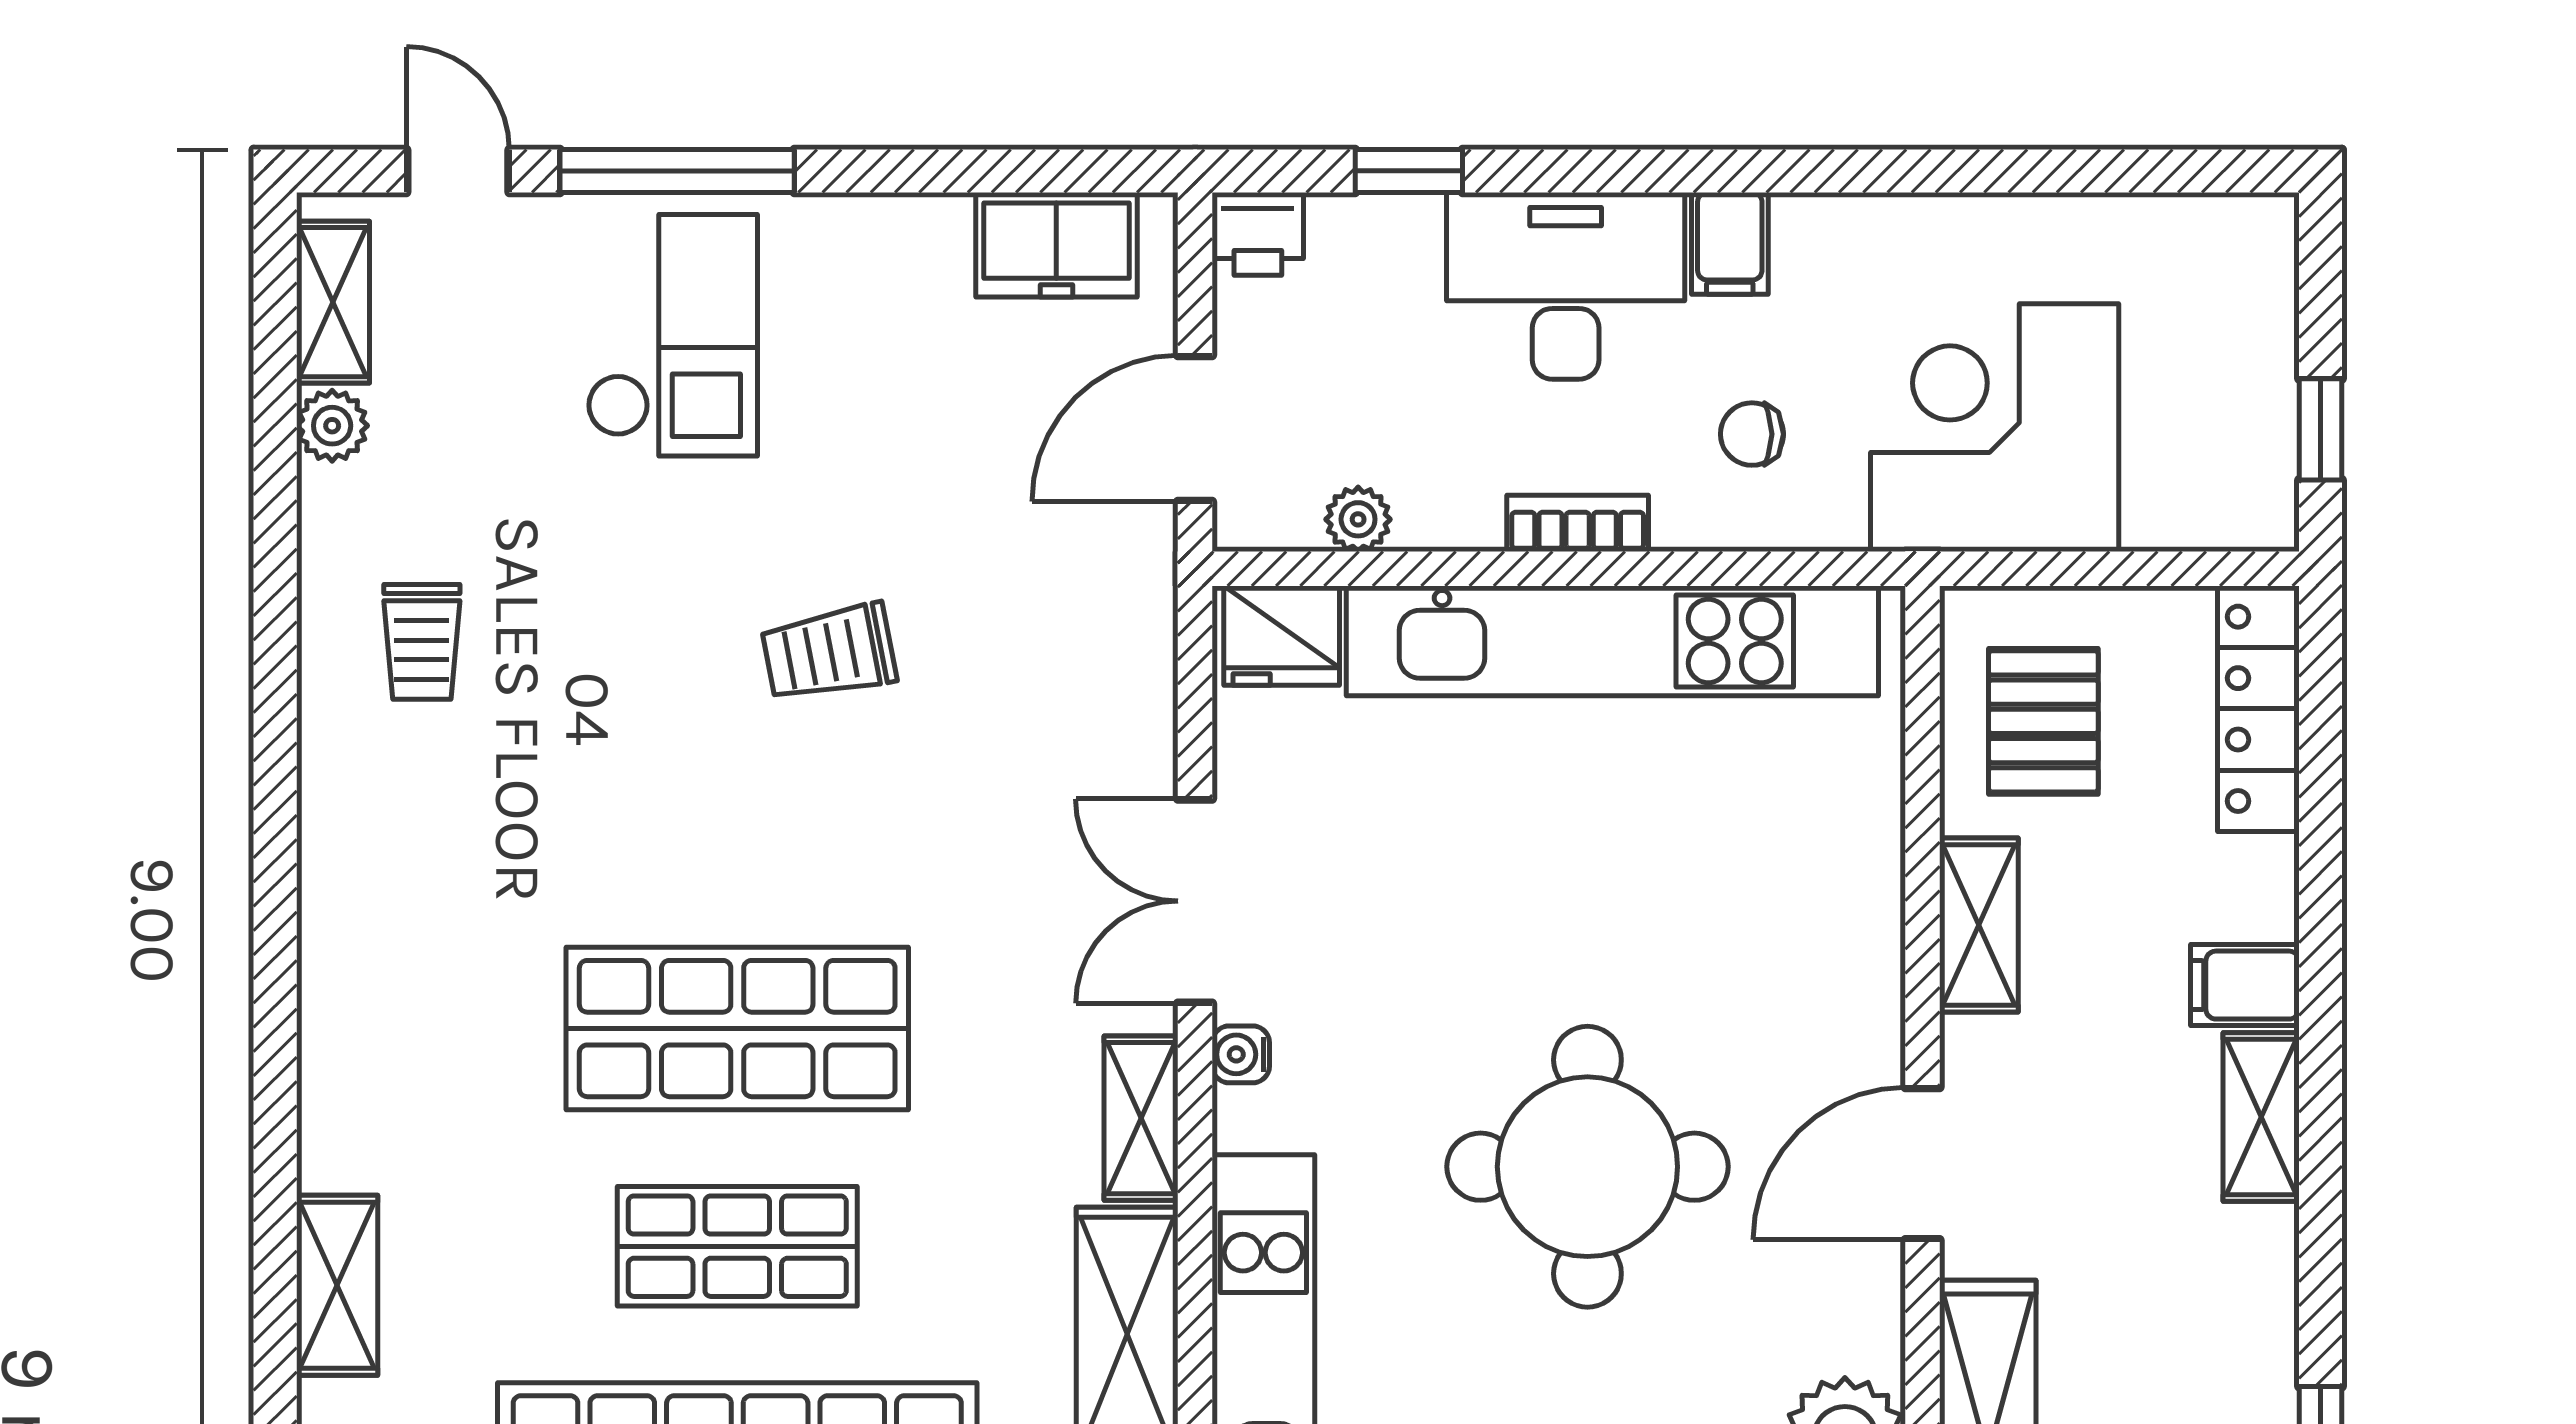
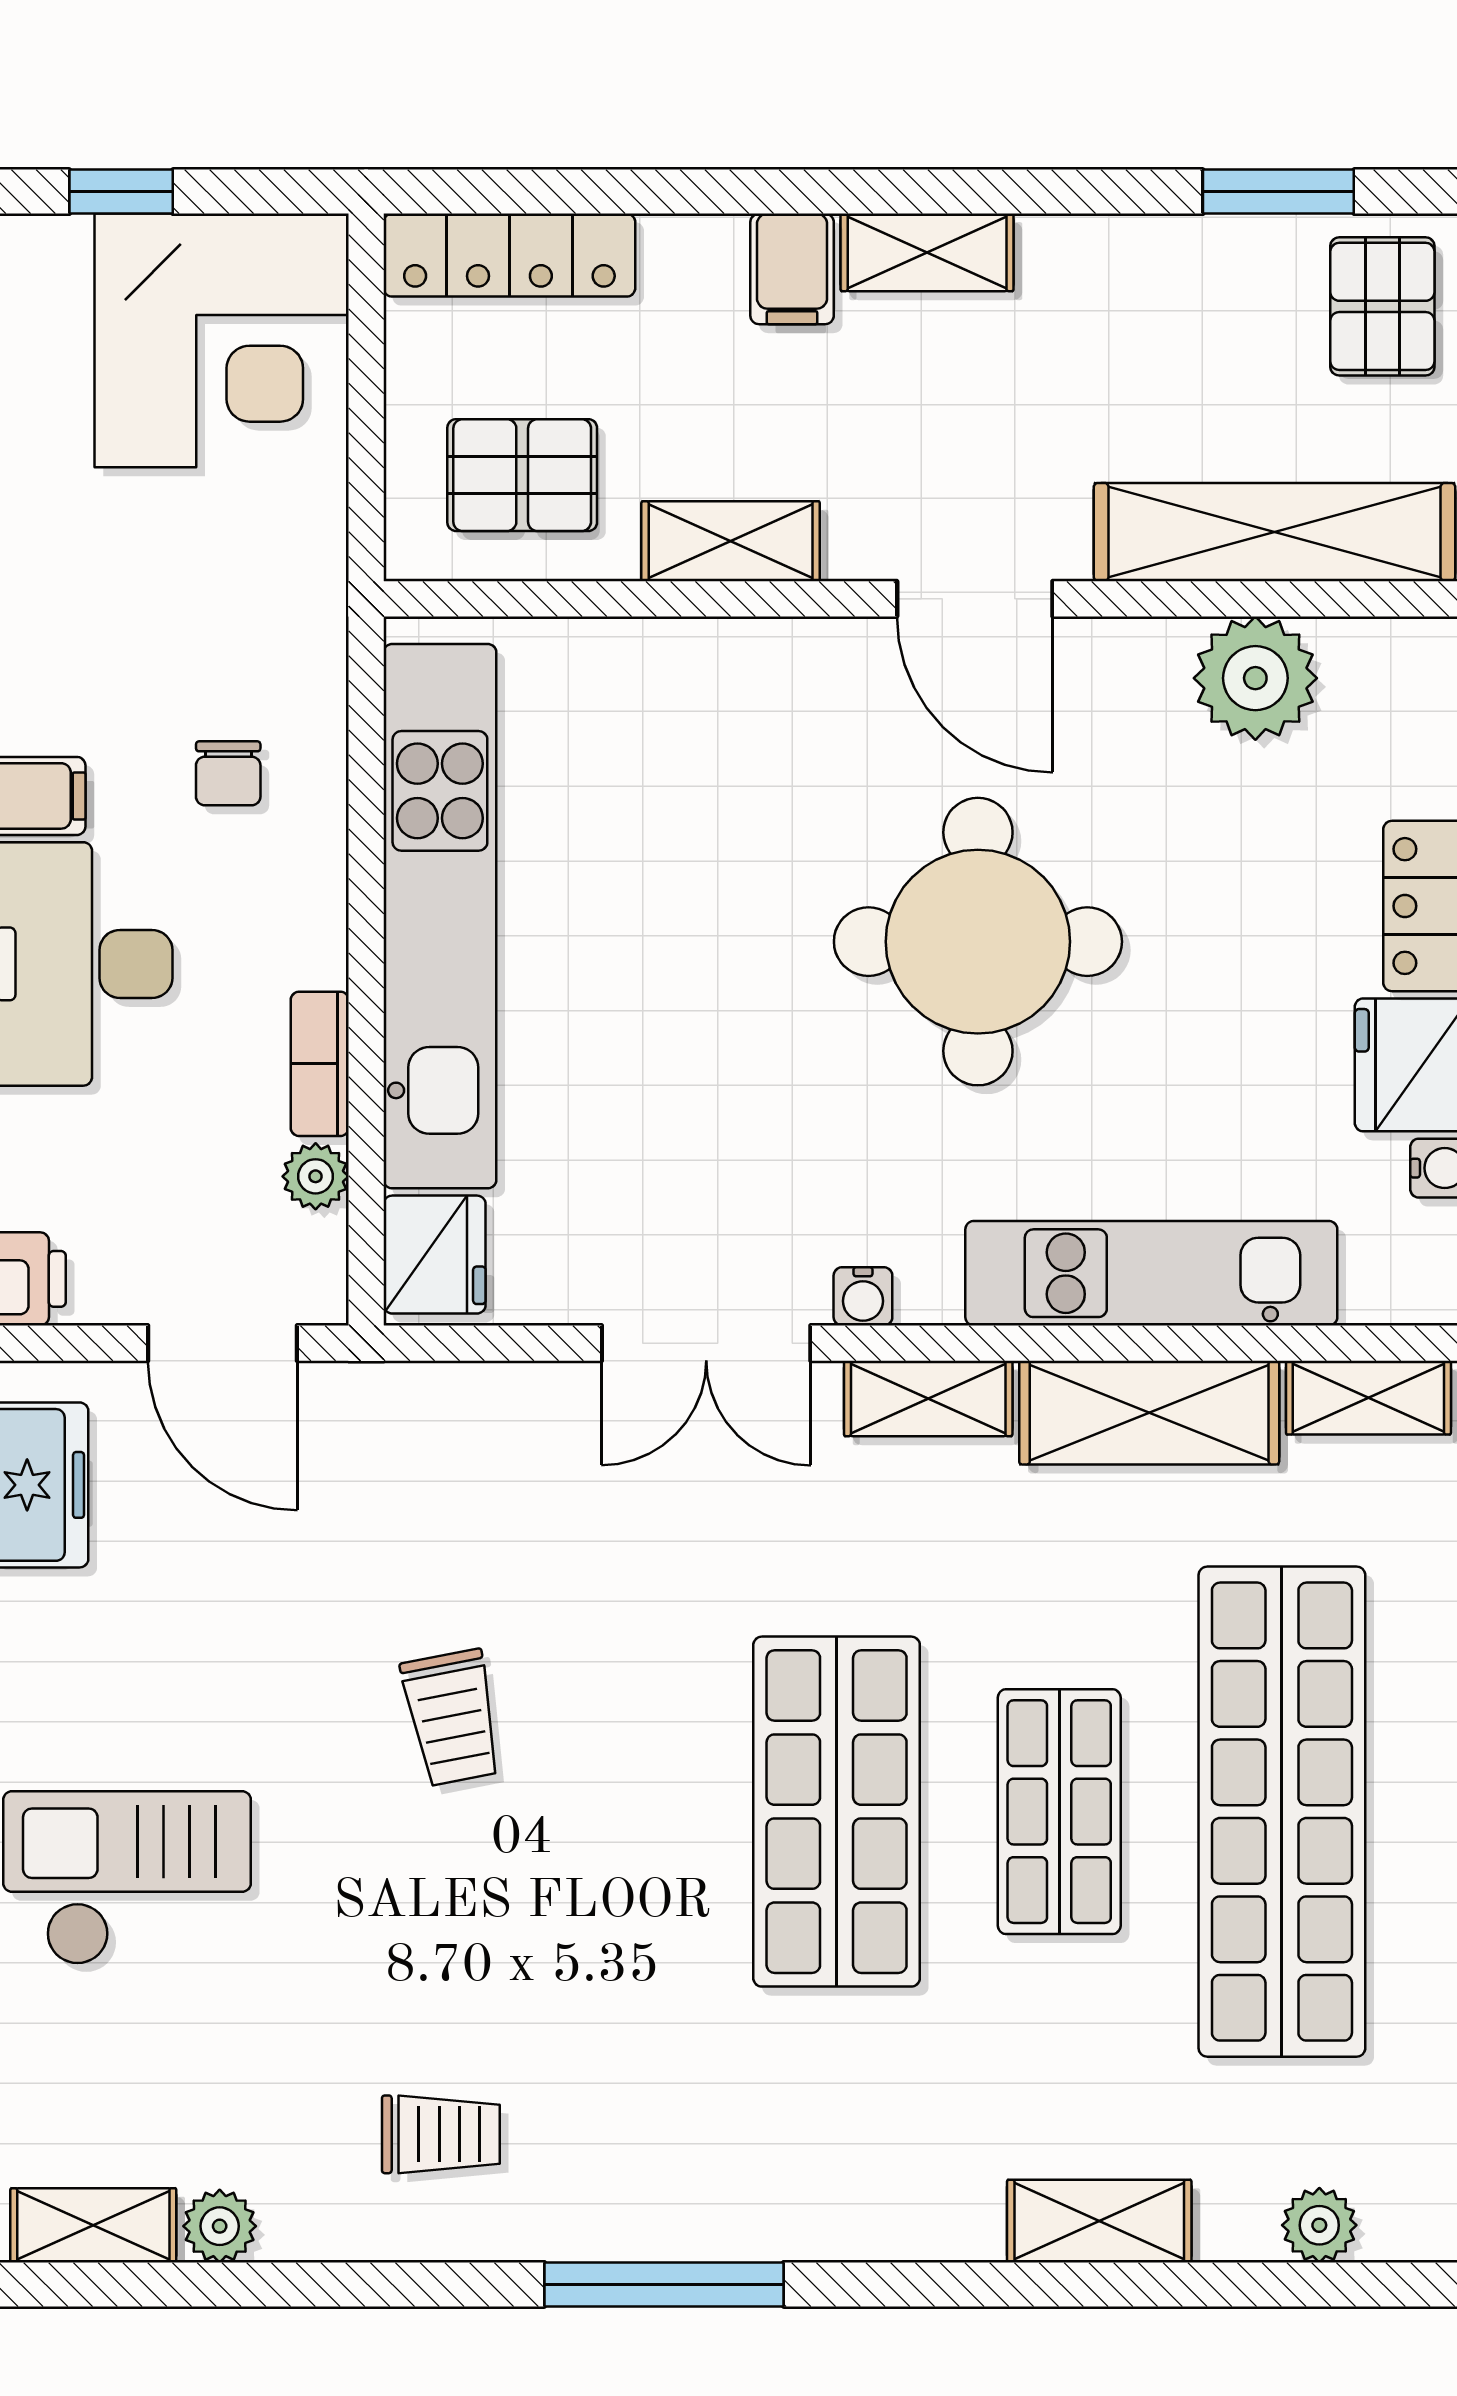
corner desk: (1995, 428) -> (222, 340), moved, turned -90
window: (2320, 429) -> (121, 192), moved
bookcase: (1578, 523) -> (320, 1064), moved
window: (275, 860) -> (664, 2284), added

